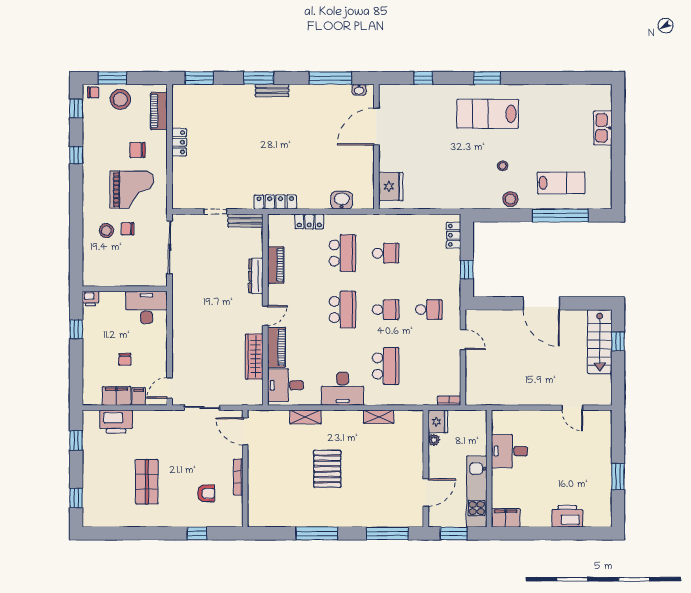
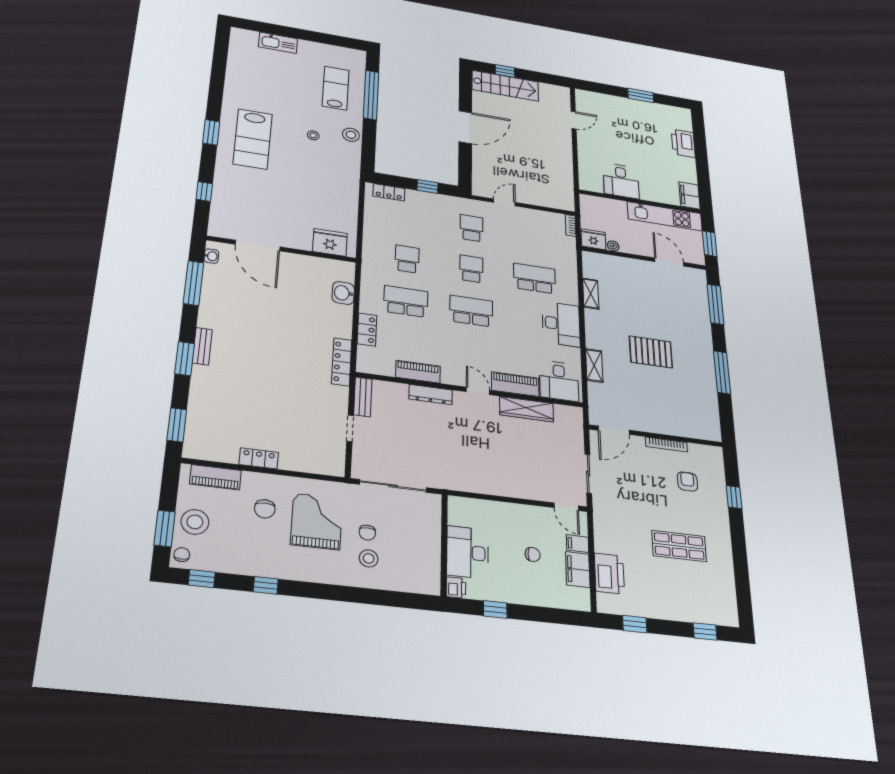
desk: (146, 307) -> (468, 552), moved

